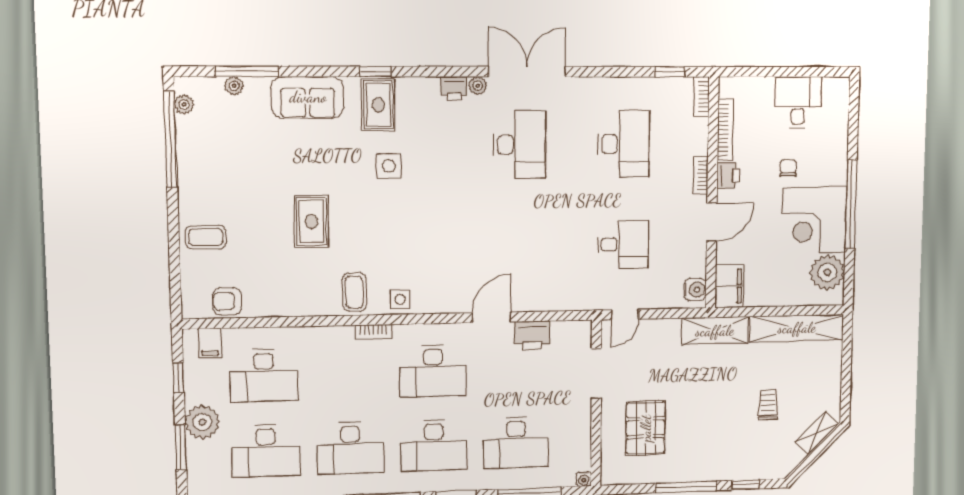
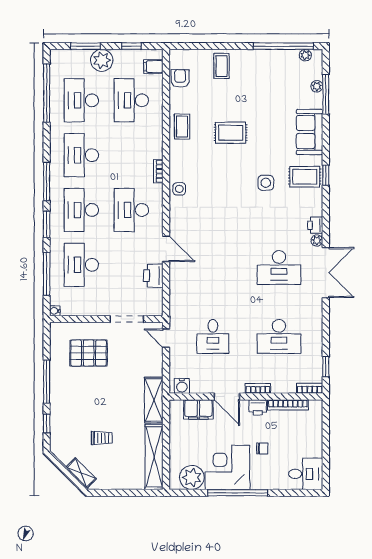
desk: (798, 103) -> (306, 474), moved
filing cabinet: (729, 286) -> (198, 409), moved
coffee table: (354, 292) -> (182, 127), moved, turned 90

